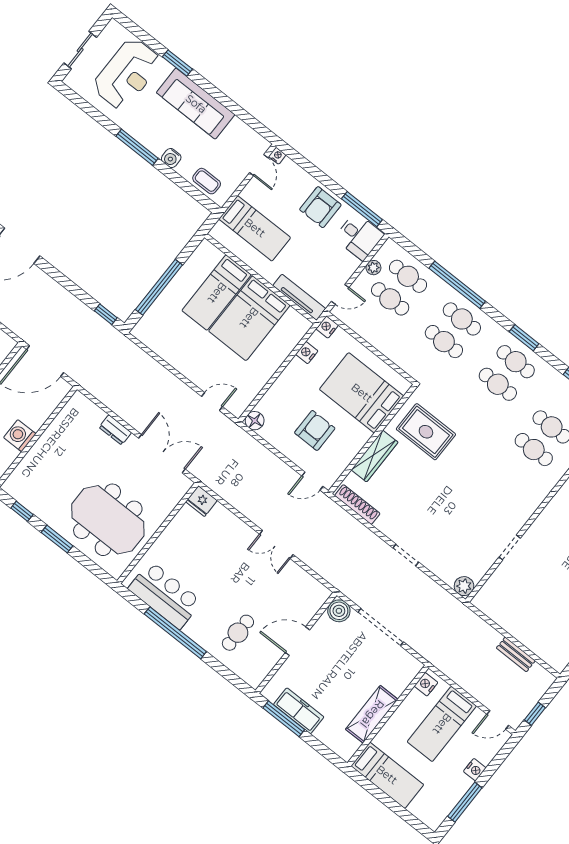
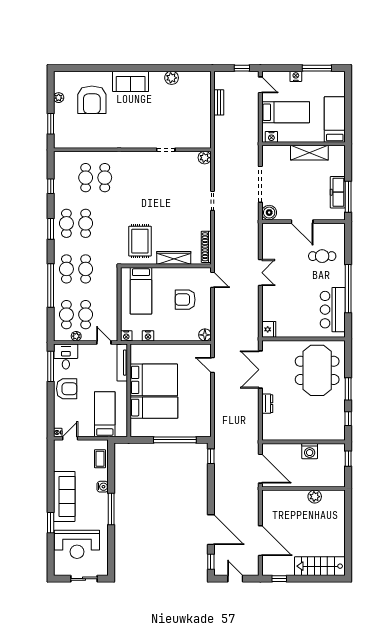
reception desk: (127, 74) -> (77, 544), turned 180
bed: (362, 393) -> (141, 291), width x0.67

